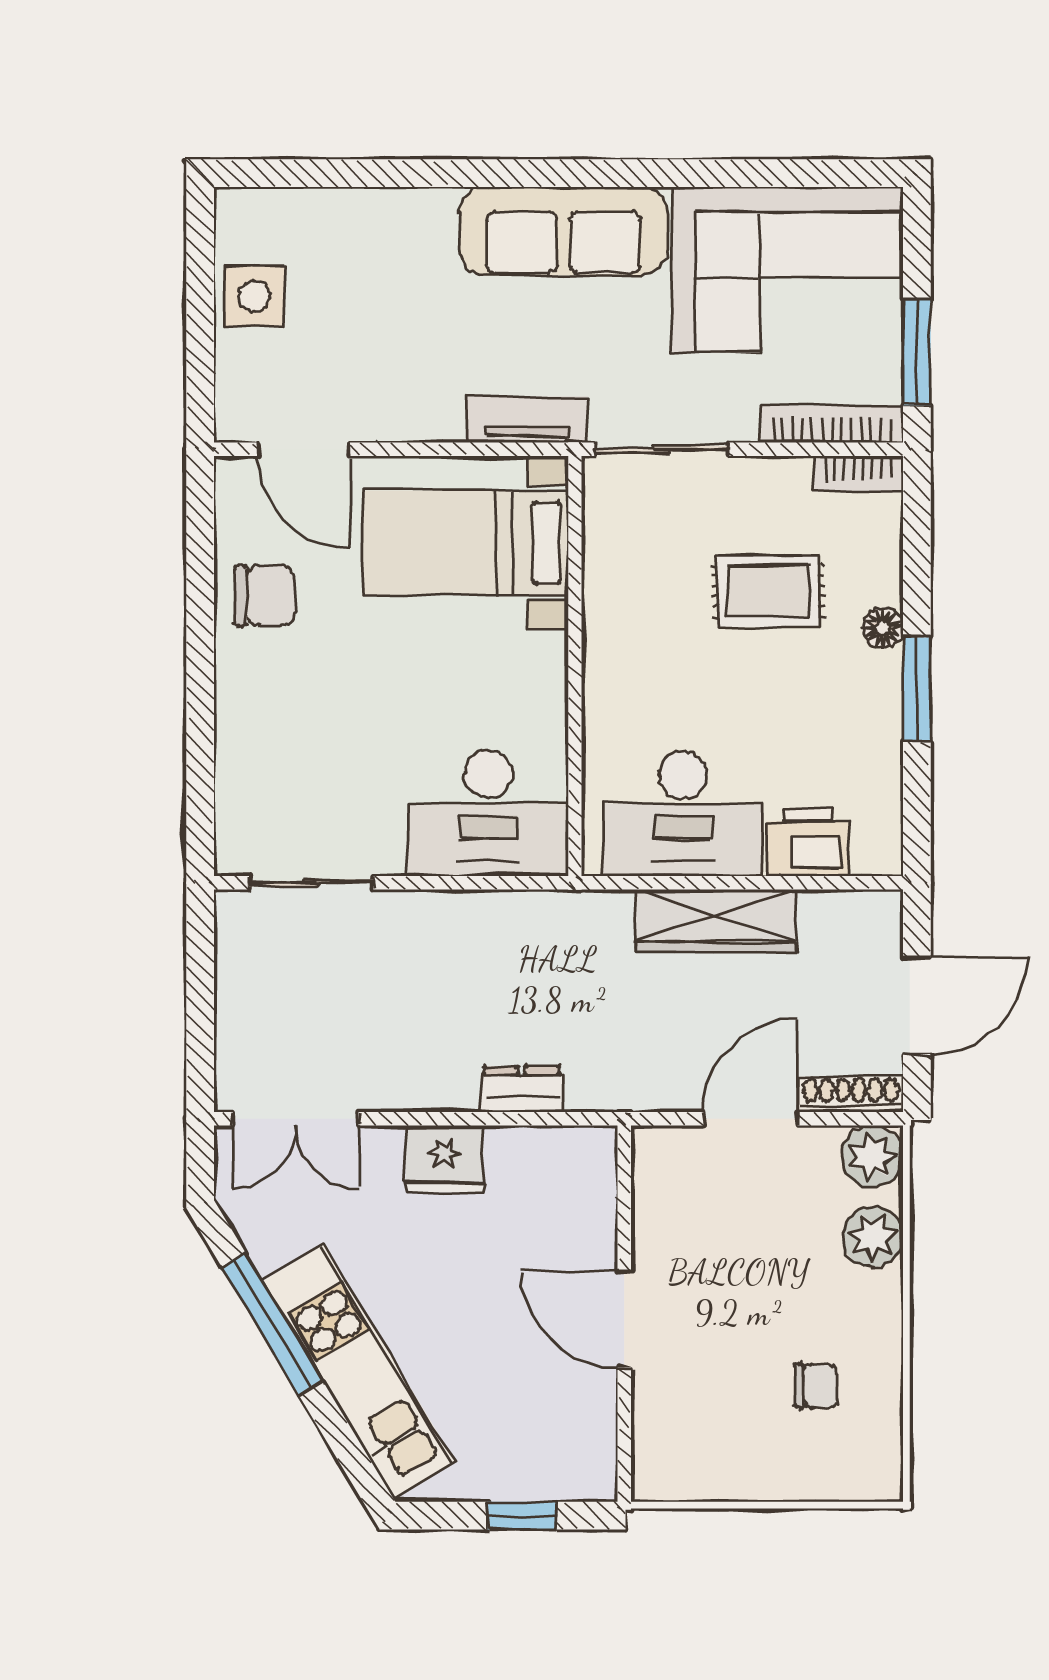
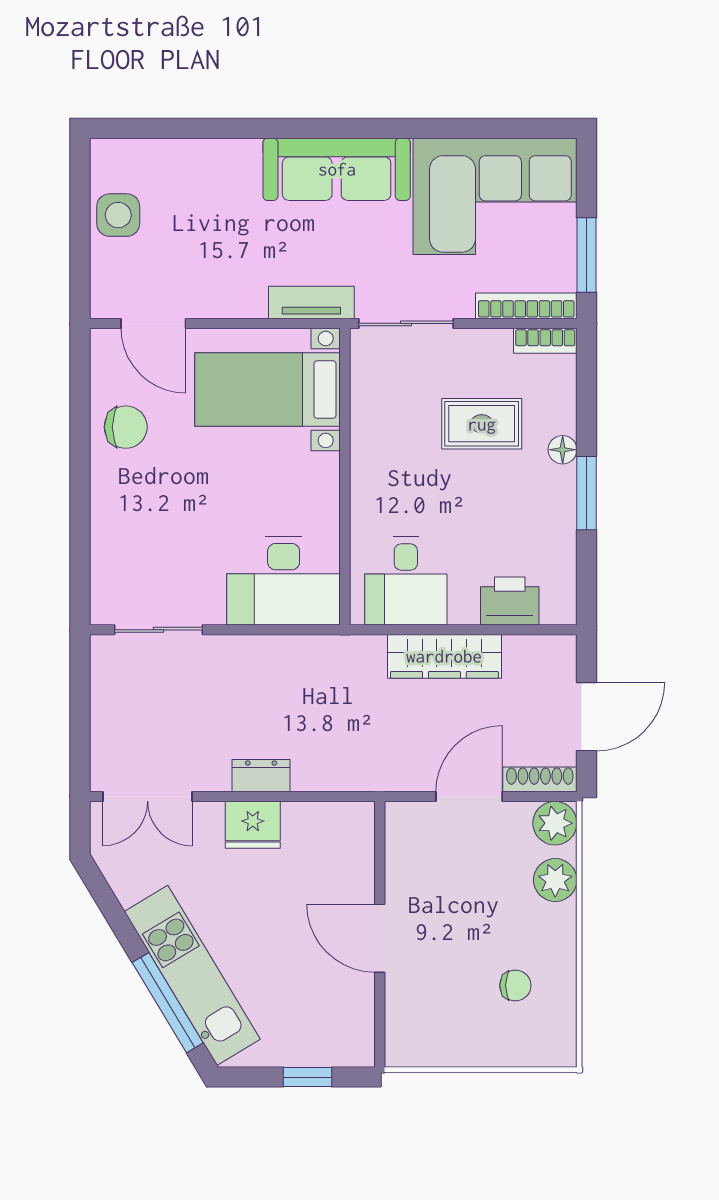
desk: (683, 814) -> (406, 581), width x0.73
dresser: (522, 1089) -> (261, 776), moved
window: (272, 1324) -> (168, 1003), moved

